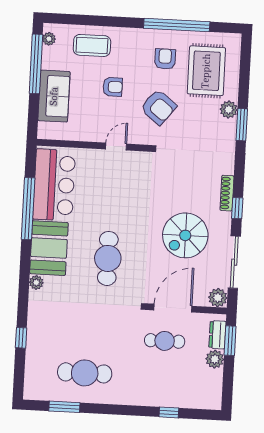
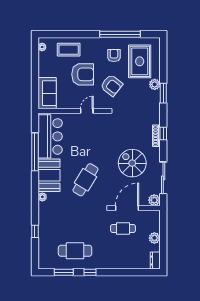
window: (36, 64) -> (35, 63), removed
armchair: (113, 87) -> (83, 74), width x1.88, depth x1.88
sofa: (54, 96) -> (47, 93), moved
window: (237, 208) -> (163, 134), moved
spiral stairs: (185, 235) -> (132, 163), turned 90
cafe table: (108, 258) -> (85, 180), turned 31
dresser: (217, 335) -> (155, 261), moved
window: (230, 341) -> (163, 226), removed
window: (169, 412) -> (90, 272), moved

